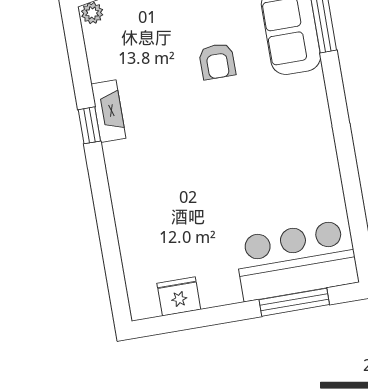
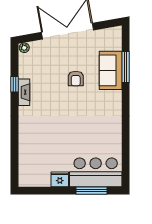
window: (89, 125) -> (14, 84), moved
fridge: (179, 296) -> (60, 179), moved

